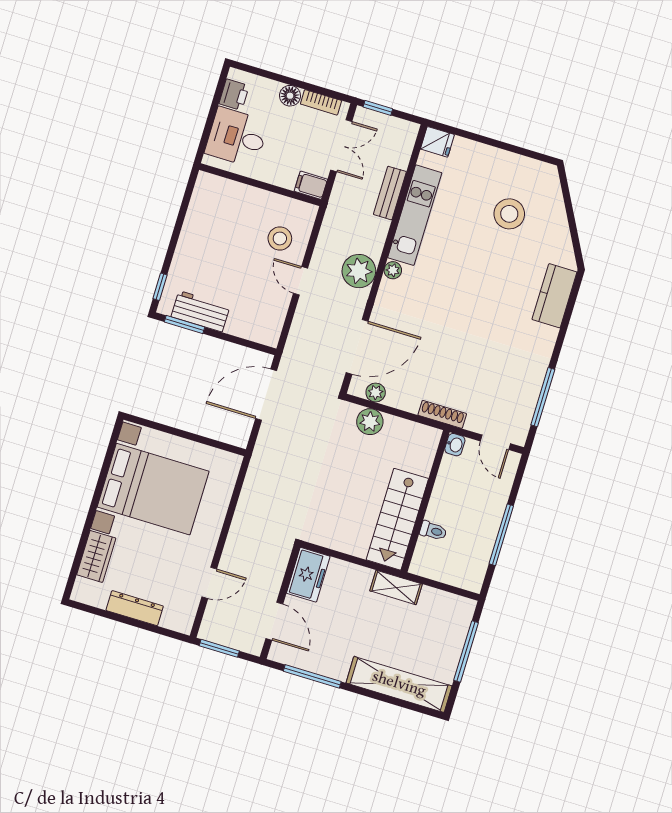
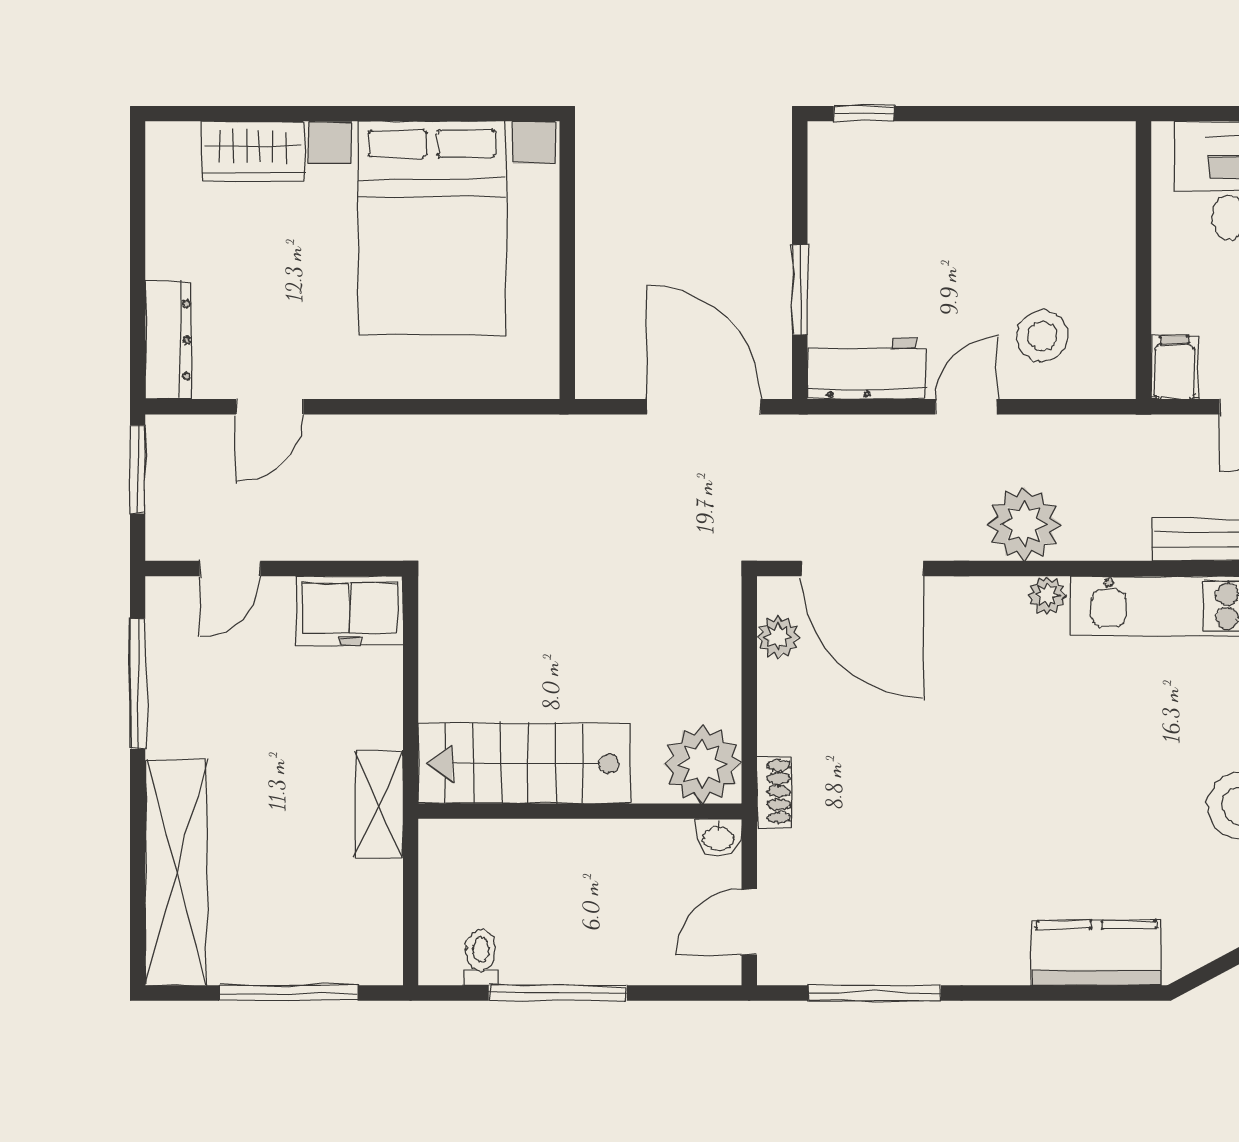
workbench: (201, 311) -> (866, 369), moved, turned -90
window: (185, 324) -> (800, 290), moved
shoe rack: (442, 414) -> (774, 791), width x0.70
plant: (370, 422) -> (702, 764), moved, width x1.36, depth x1.36
toilet: (433, 531) -> (481, 957), moved, turned 180
door: (209, 583) -> (270, 407), hinge flipped
dresser: (135, 608) -> (168, 340), moved
door: (274, 621) -> (230, 568), width x0.73

